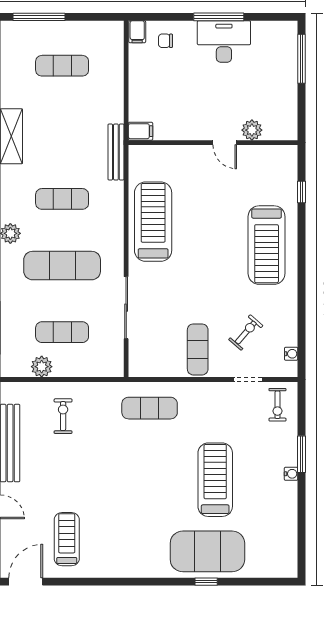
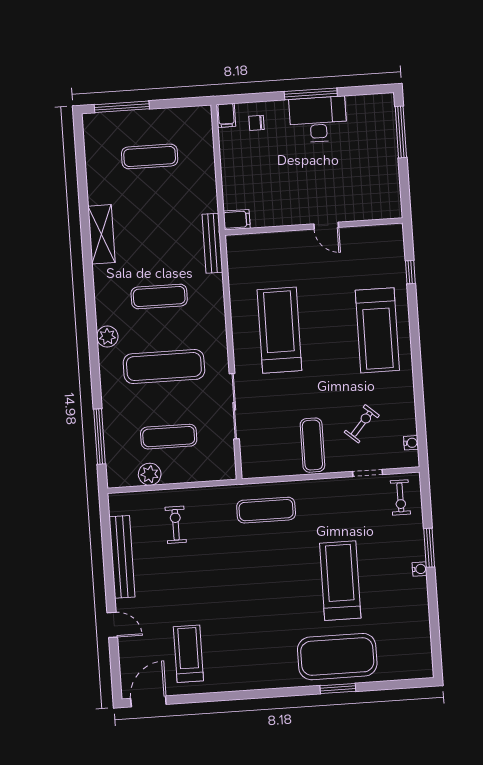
plant: (252, 130) -> (354, 210), removed
treadmill: (153, 222) -> (279, 330), moved
window: (206, 582) -> (338, 688), width x1.50

